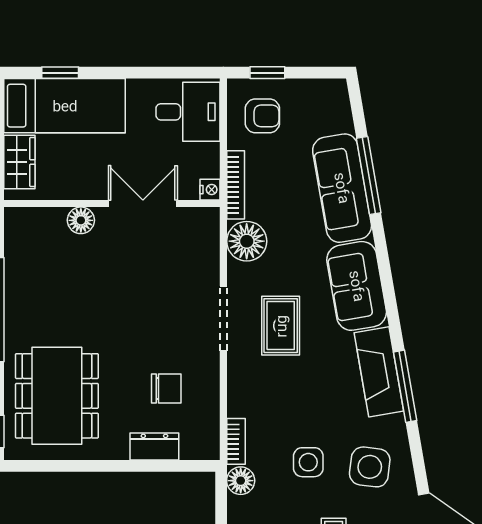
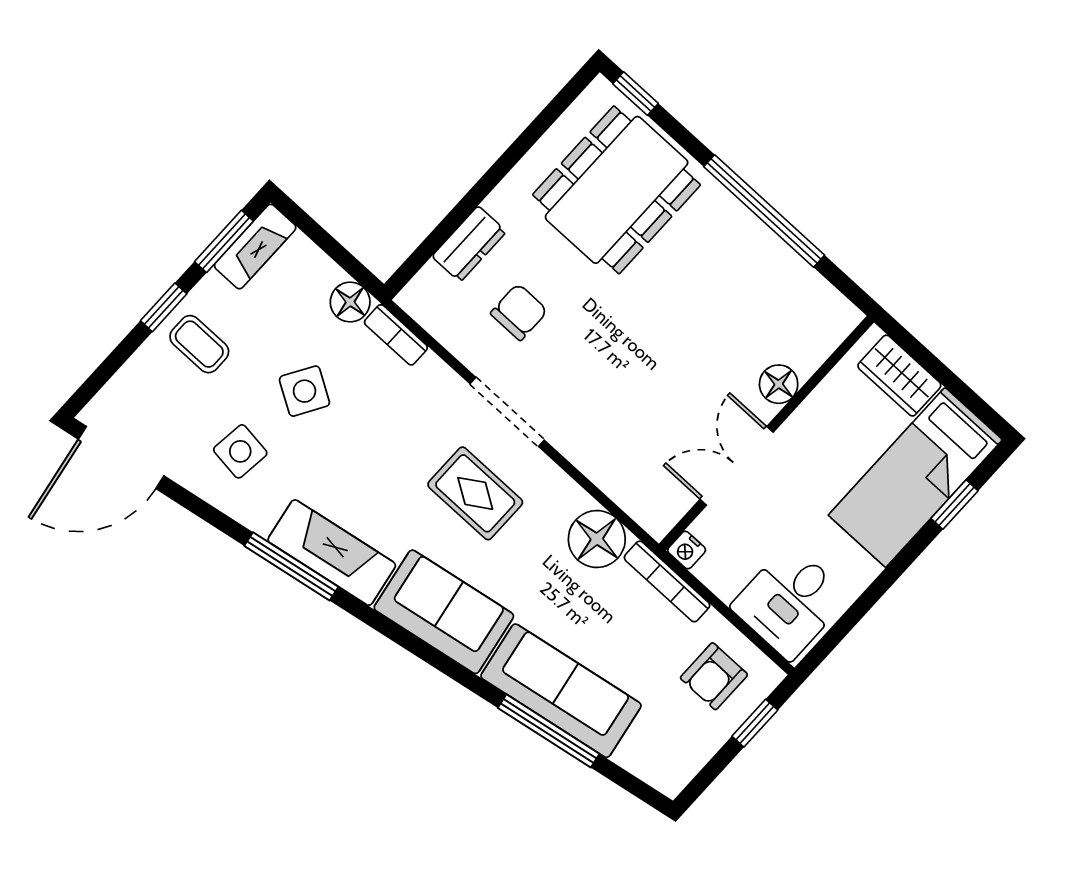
double door: (143, 204) -> (737, 466), swing flipped
doorway: (223, 318) -> (507, 412), moved
chair: (166, 389) -> (519, 312), turned 180
dining table: (57, 396) -> (617, 190), turned 90
side table: (308, 462) -> (304, 391), turned 31
side table: (370, 467) -> (240, 451), width x0.73, depth x0.73

